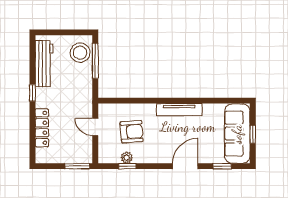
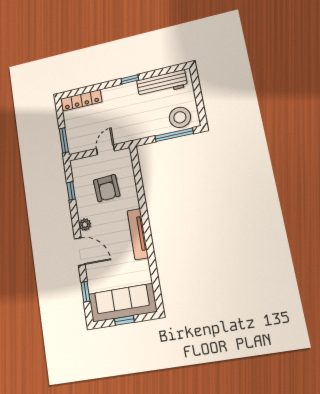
locker: (42, 128) -> (81, 100), moved
plant: (127, 158) -> (85, 225), moved

